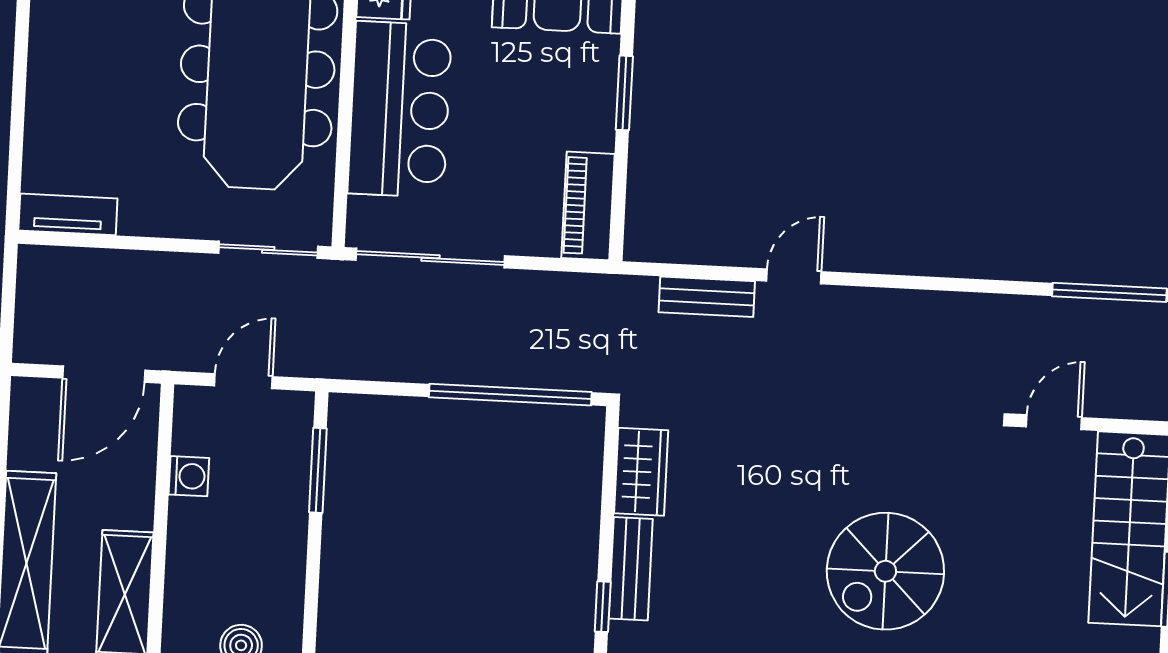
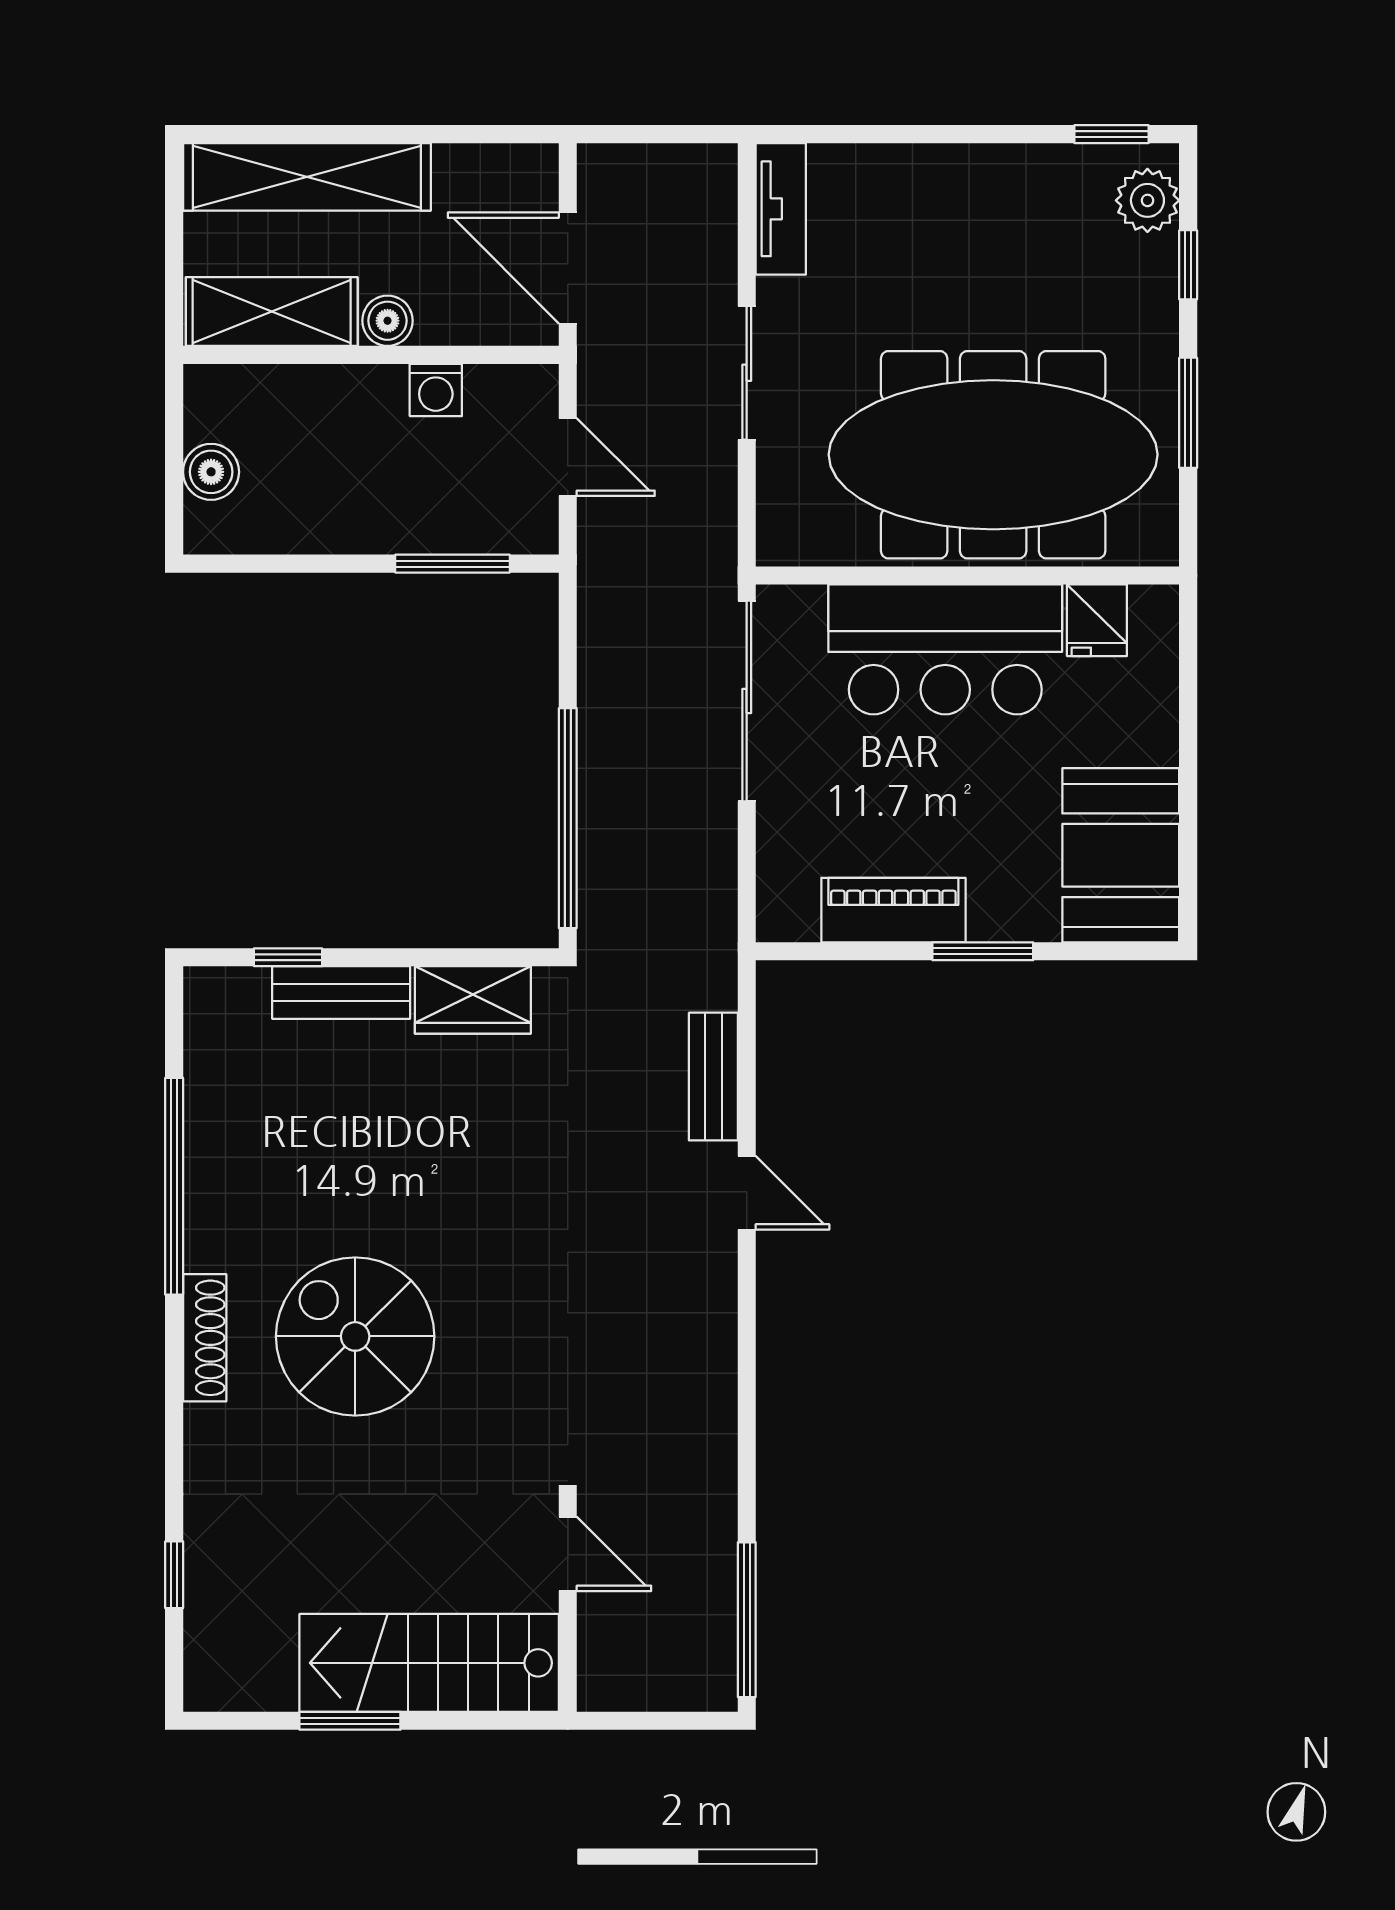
piano: (588, 206) -> (893, 910), moved
sliding door: (268, 250) -> (747, 373), moved
boiler: (136, 509) -> (388, 321), added

